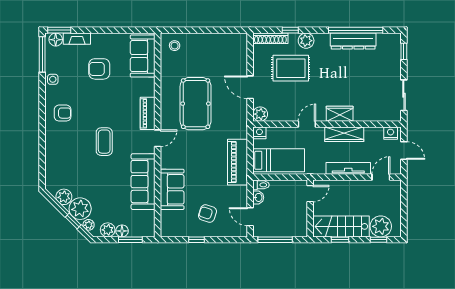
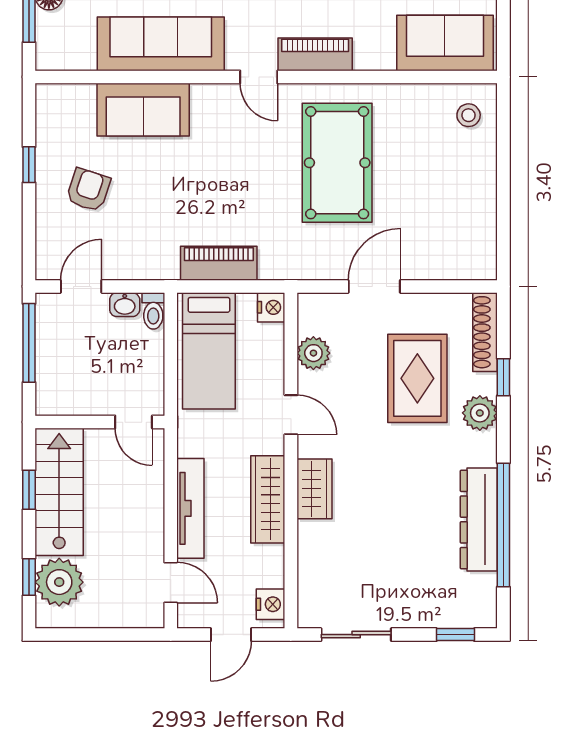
pool table: (196, 104) -> (337, 163), turned 90
plant: (260, 114) -> (313, 353), moved
piano: (237, 162) -> (219, 263), width x0.73, depth x0.75

